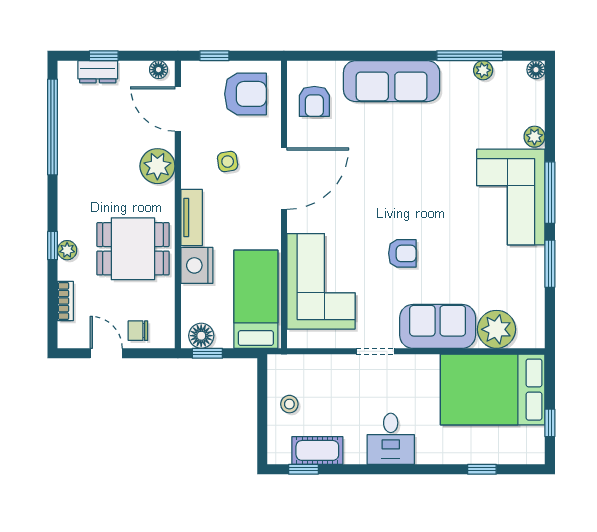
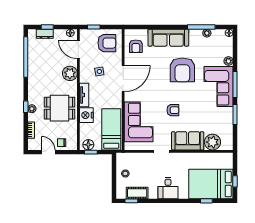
armchair: (425, 158) -> (182, 70), added
bed: (493, 390) -> (211, 184), moved

